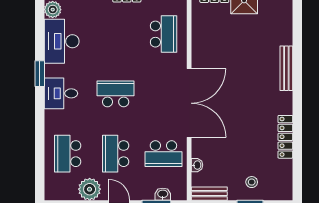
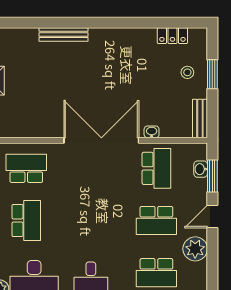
school desk: (116, 94) -> (26, 220), moved, turned 180
locker: (285, 137) -> (172, 36), moved, width x0.66
washbasin: (197, 165) -> (152, 132), moved

